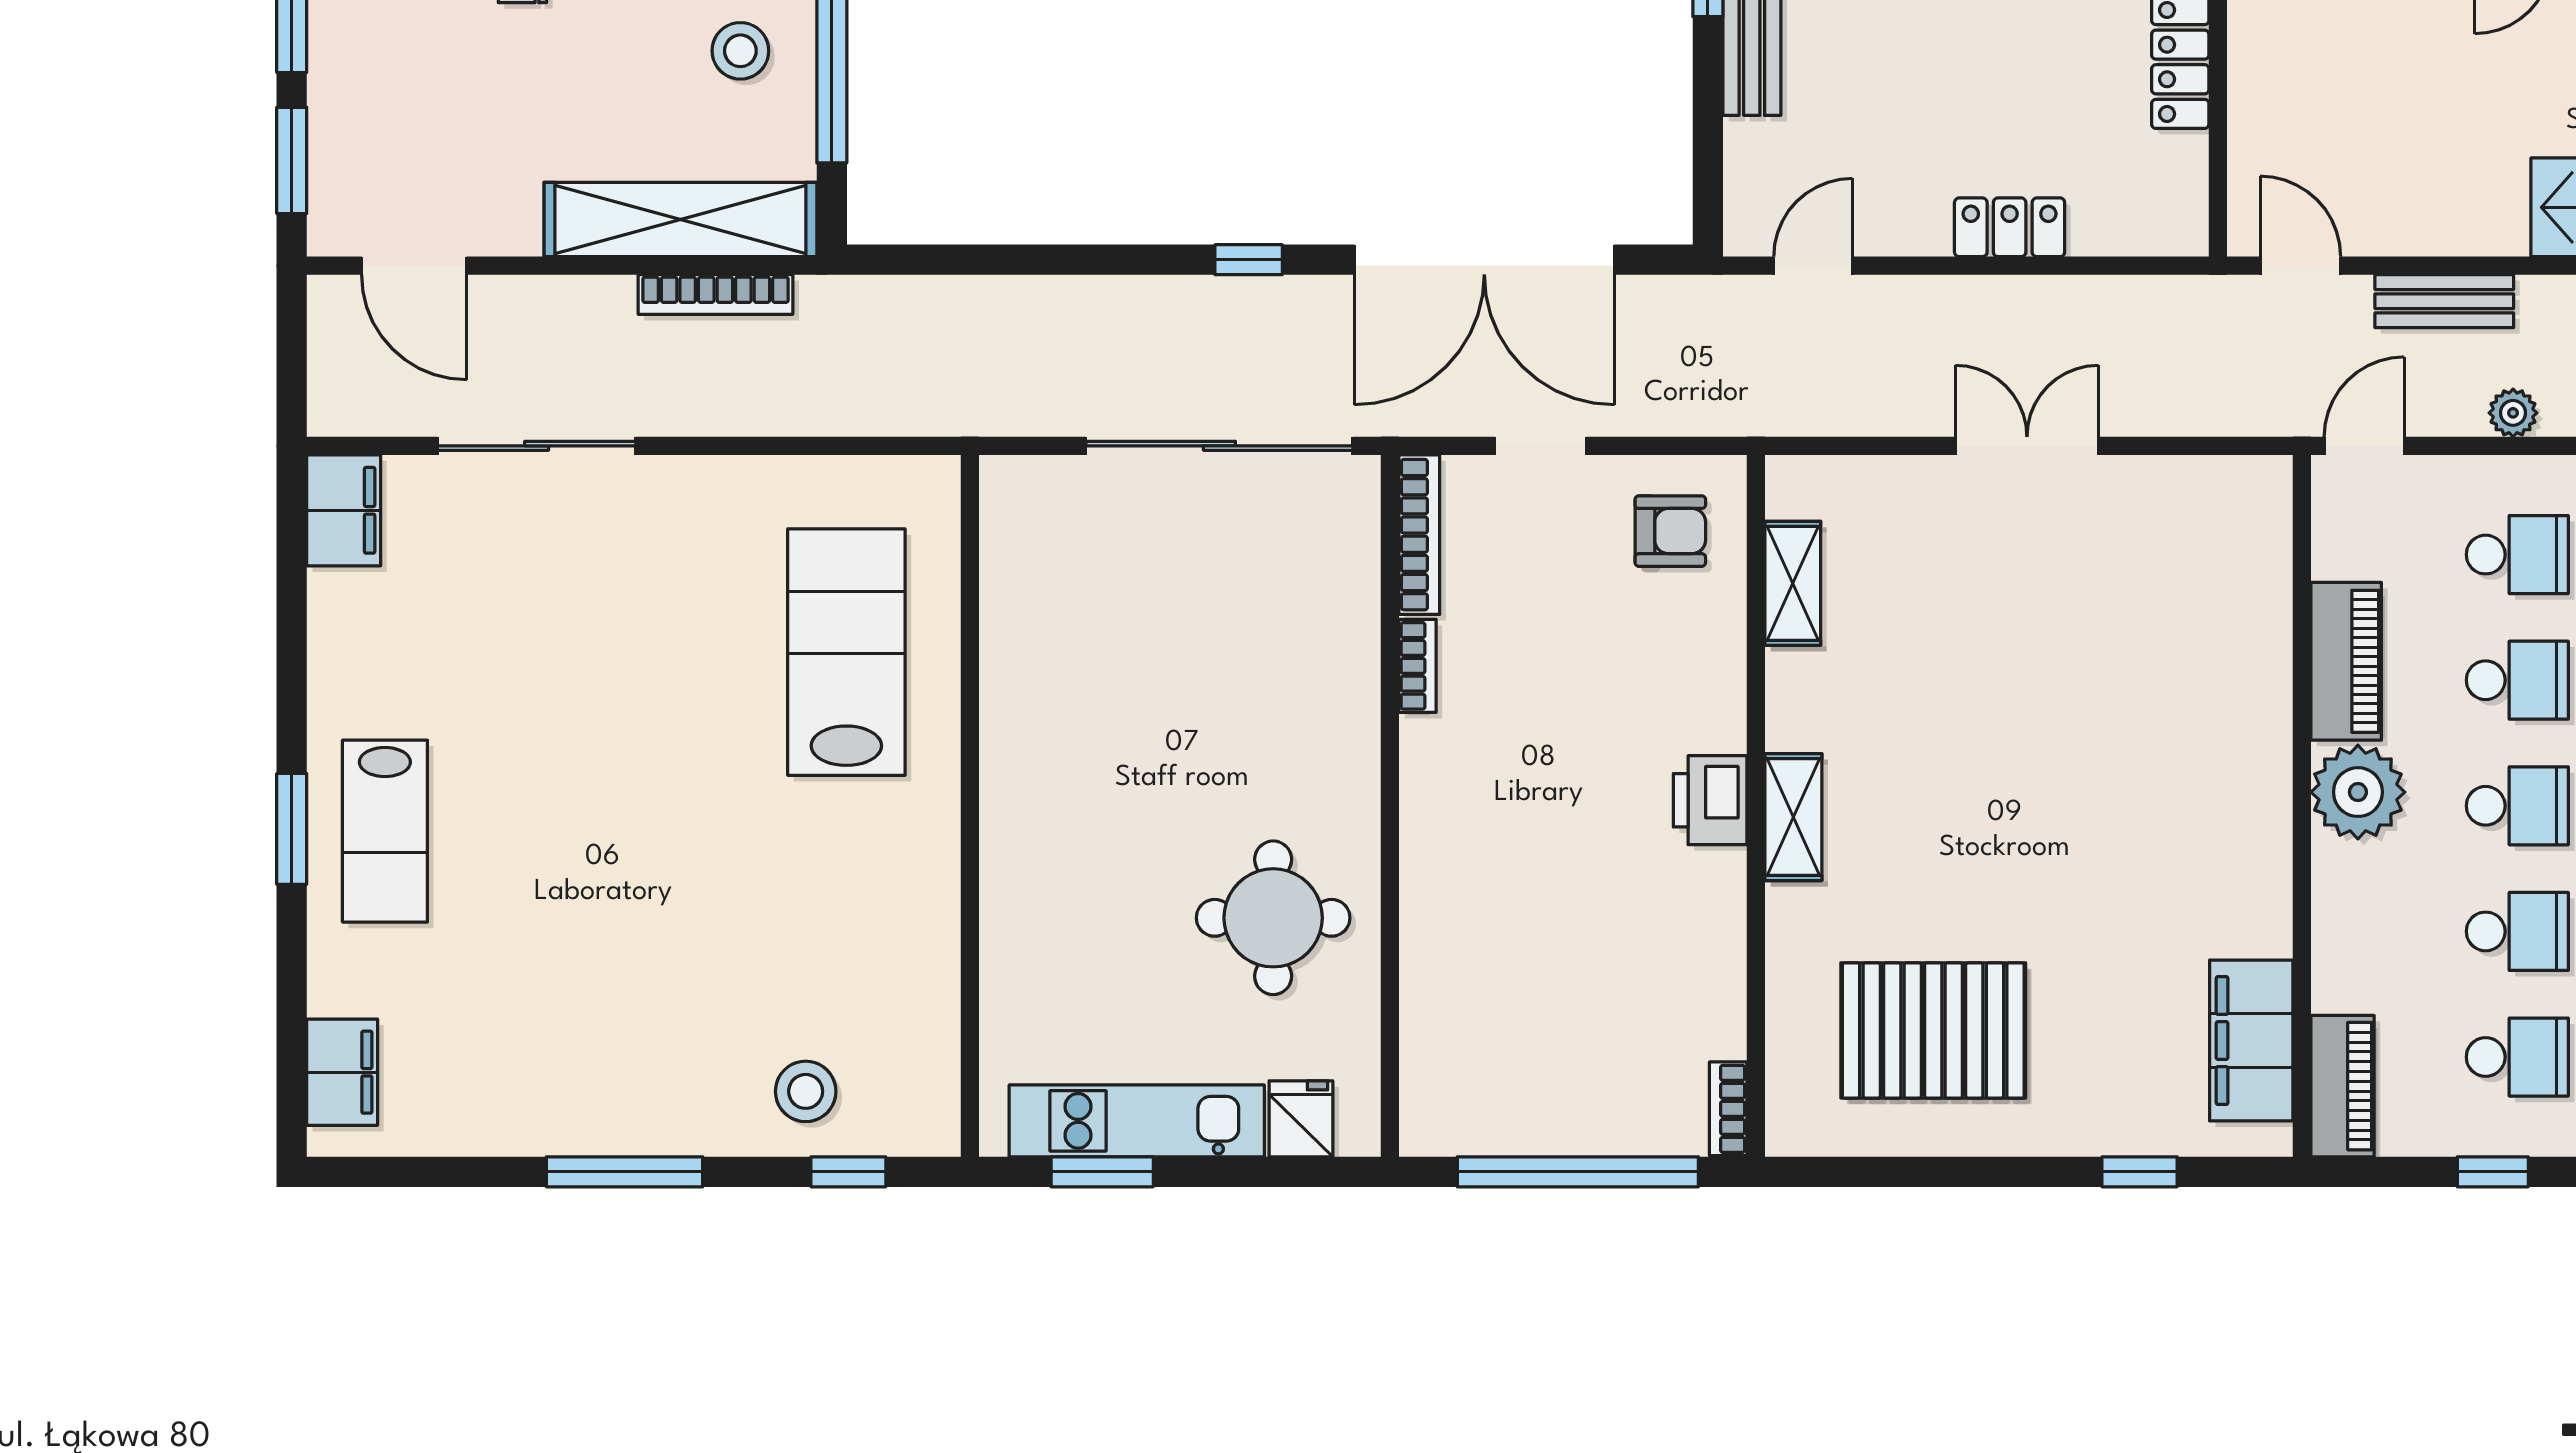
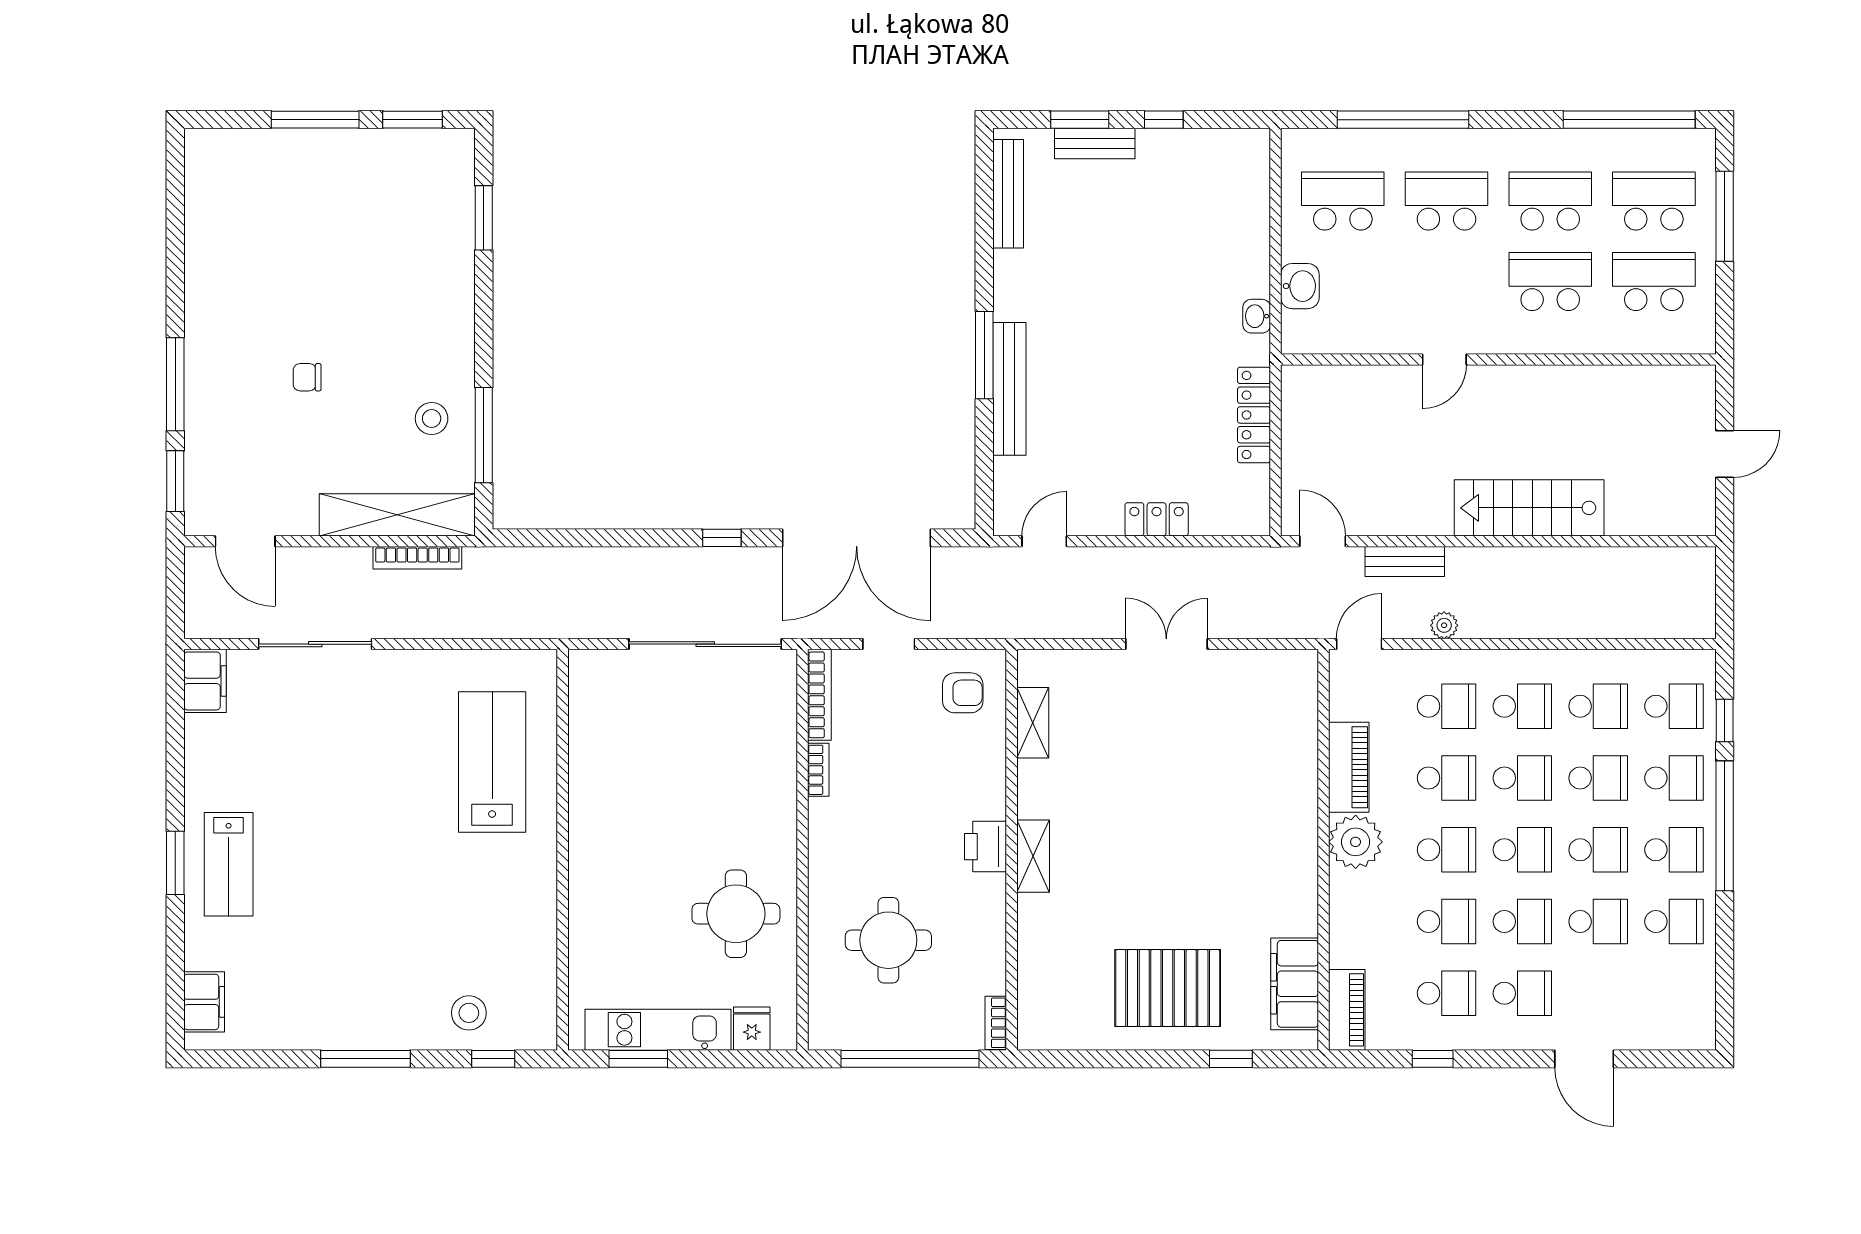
round table: (1540, 964) -> (888, 940), added
pallet: (1933, 1030) -> (1168, 988), moved

